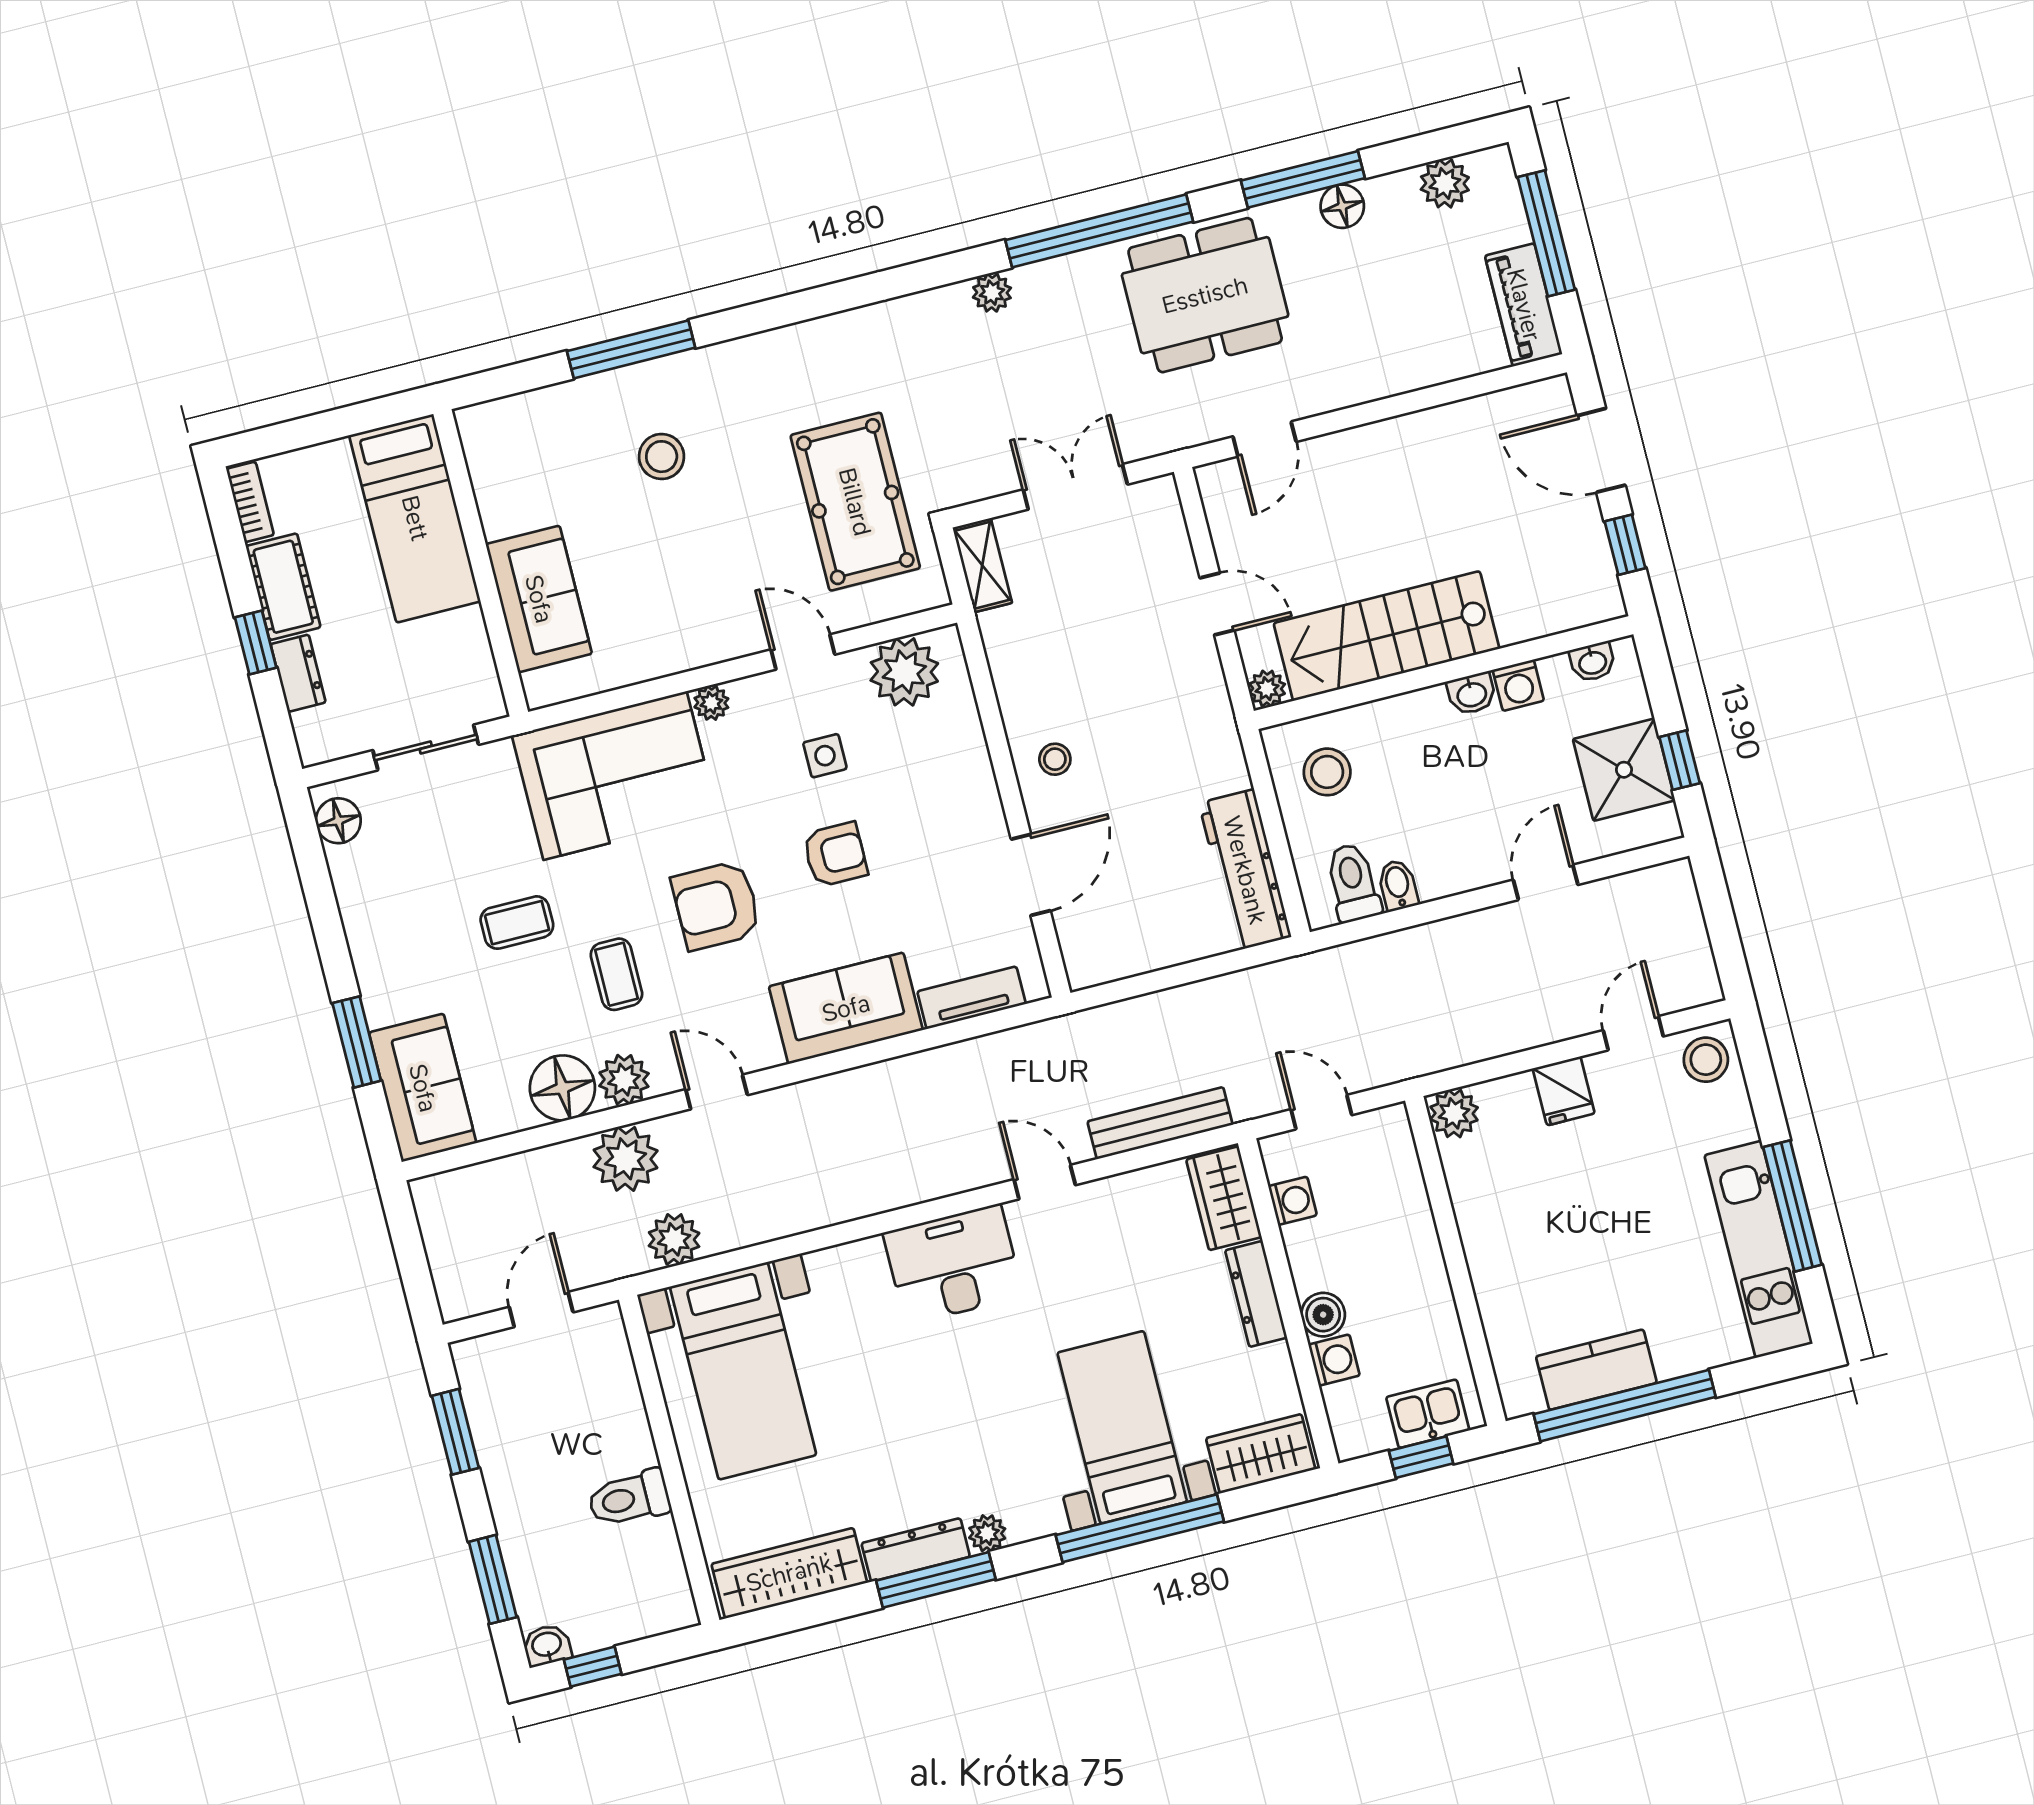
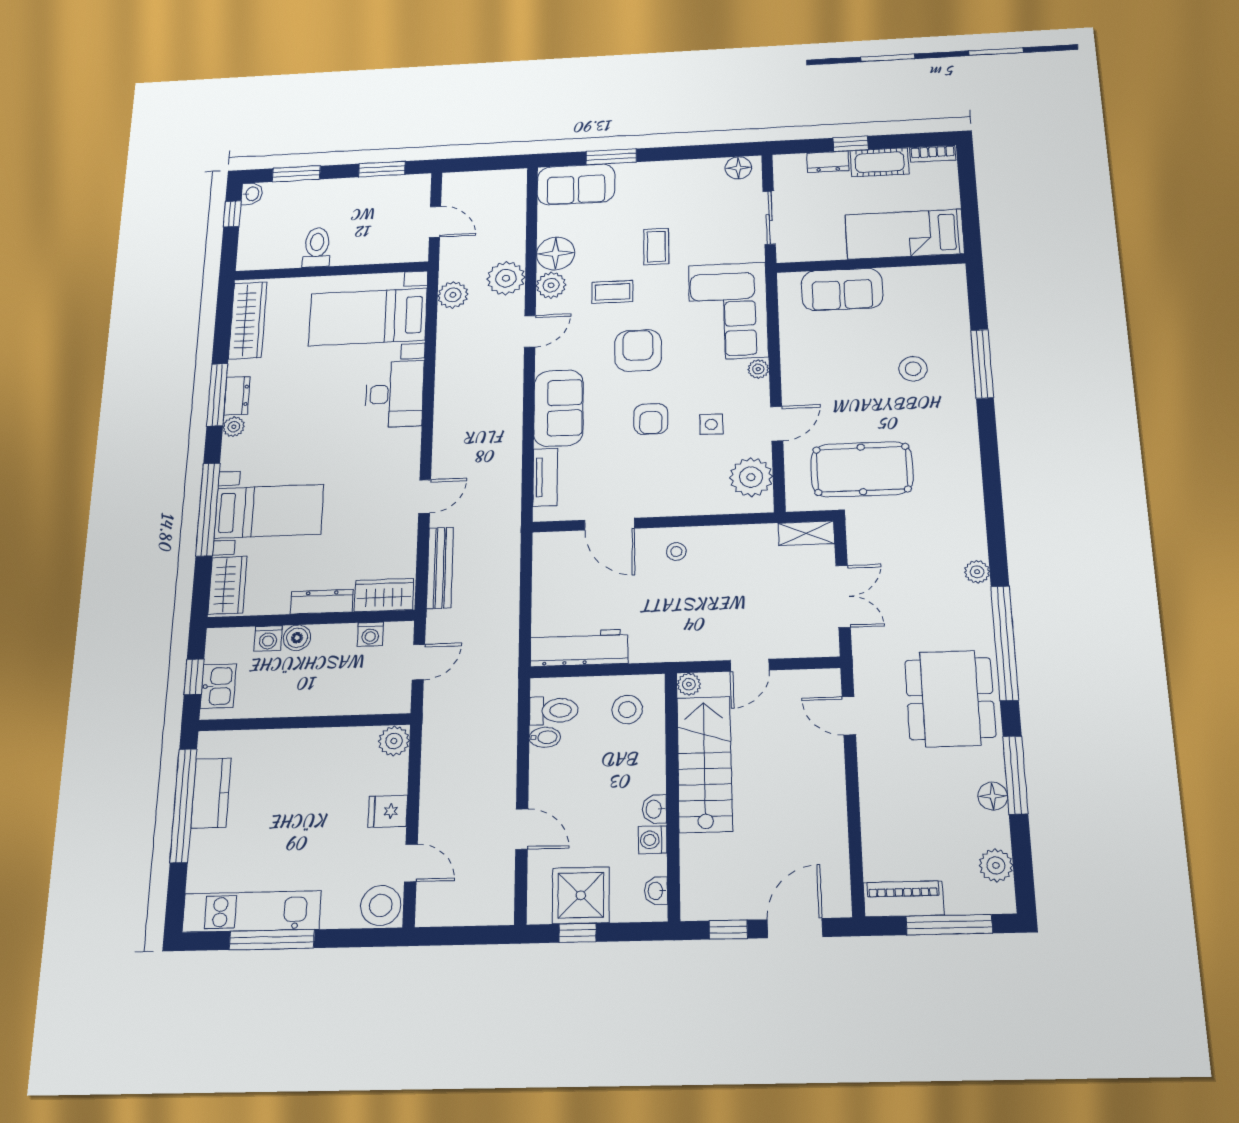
stool: (1706, 1060) -> (381, 905), width x1.38, depth x1.38
desk: (953, 1264) -> (394, 394), moved
dresser: (916, 1550) -> (237, 396), width x0.70

